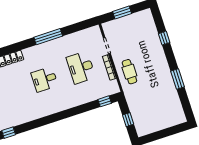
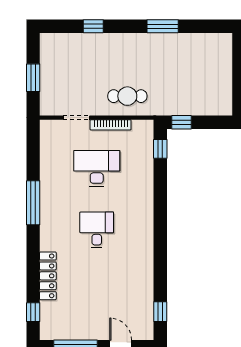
desk: (81, 68) -> (97, 168), turned 180
desk: (45, 79) -> (97, 230), turned 180
window: (128, 120) -> (182, 122), moved

